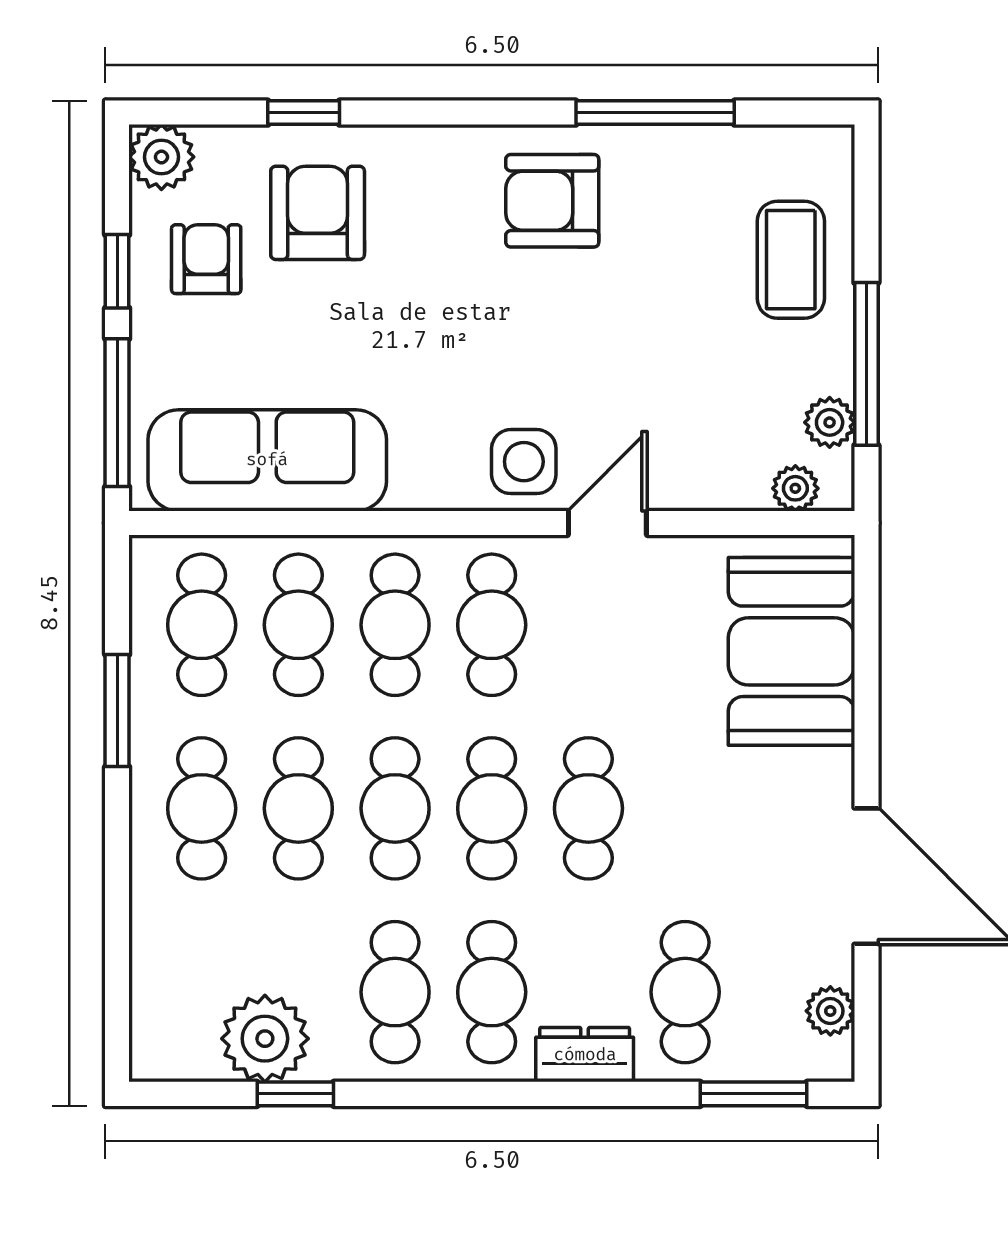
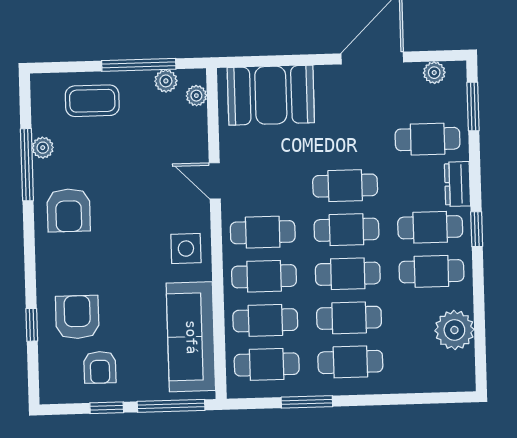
plant: (161, 157) -> (43, 148), moved, width x0.73, depth x0.73
armchair: (318, 213) -> (77, 317), turned 90
armchair: (206, 259) -> (100, 367), turned -90
side table: (524, 462) -> (186, 249), moved
window: (295, 1094) -> (477, 229), moved

